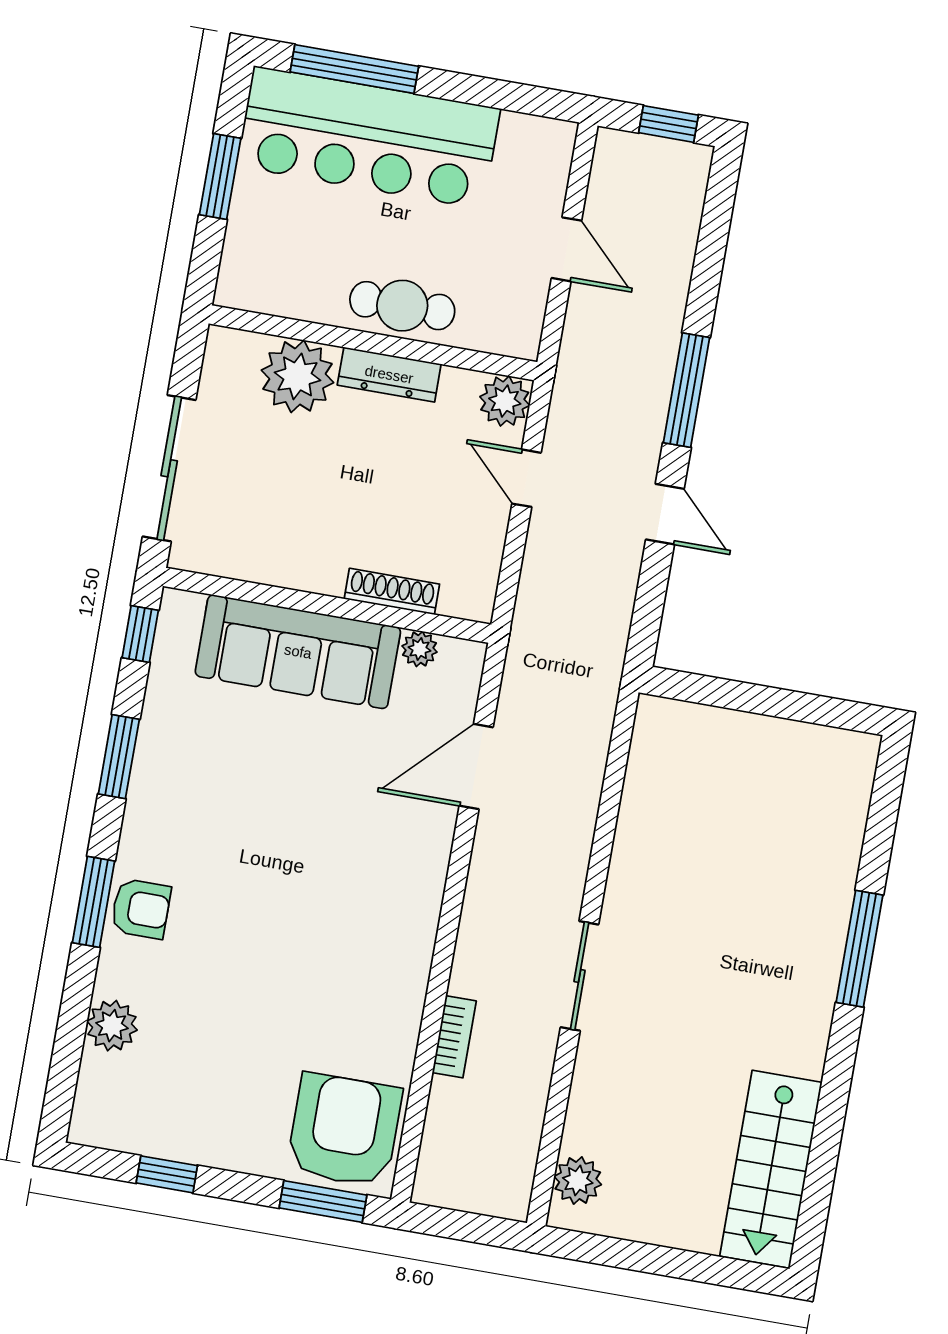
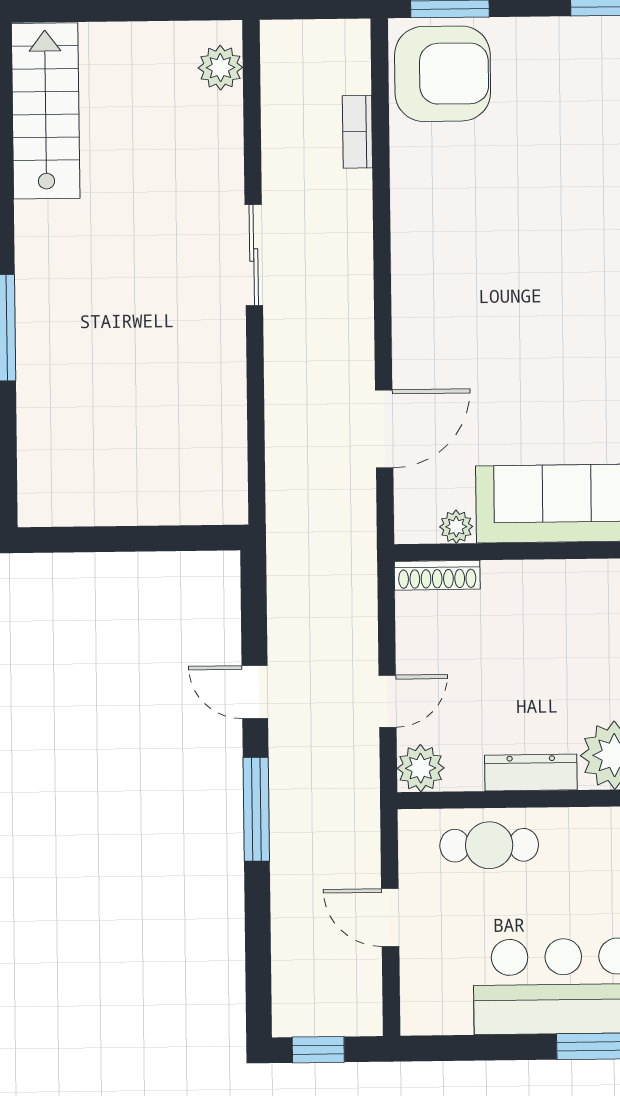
cafe table: (402, 306) -> (489, 845), moved
door: (527, 478) -> (387, 701), hinge flipped
shoe rack: (392, 591) -> (437, 575), moved
bookcase: (454, 1037) -> (357, 132), moved
armchair: (344, 1130) -> (443, 74), turned -90

